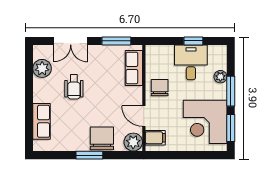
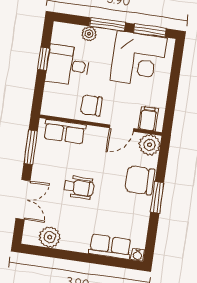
wheelchair: (74, 87) -> (79, 187), moved
water cooler: (38, 146) -> (137, 255), added

